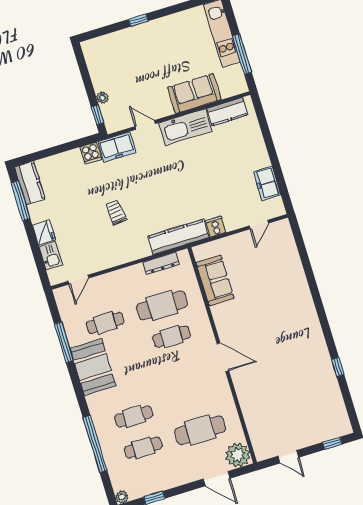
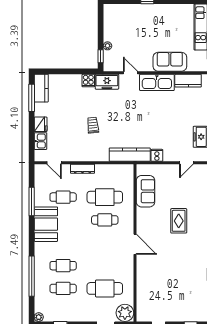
dresser: (161, 263) -> (83, 169), moved
door: (78, 280) -> (54, 163), hinge flipped
rug: (273, 307) -> (179, 221), added

